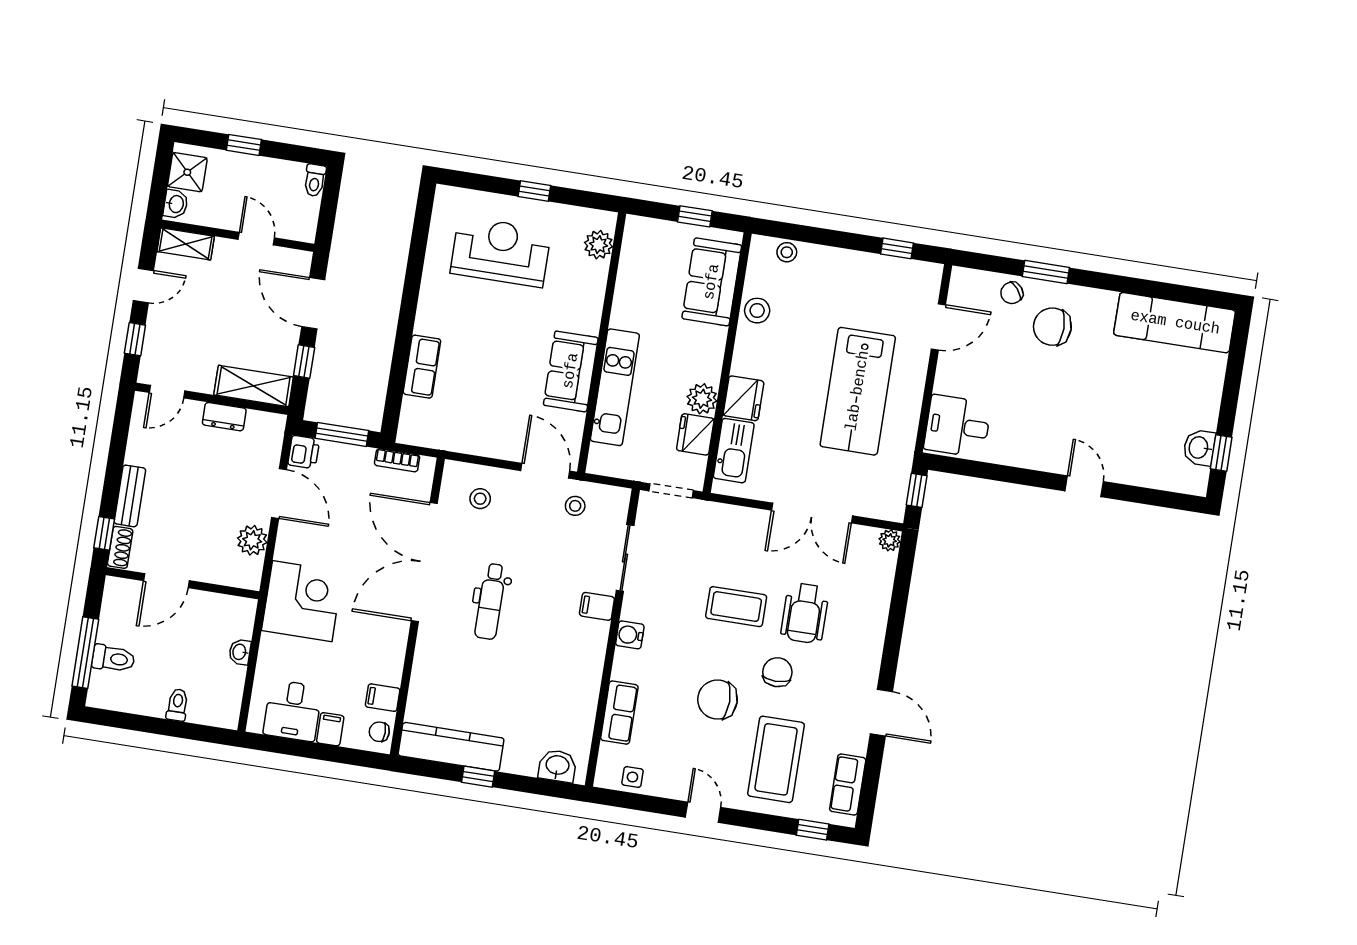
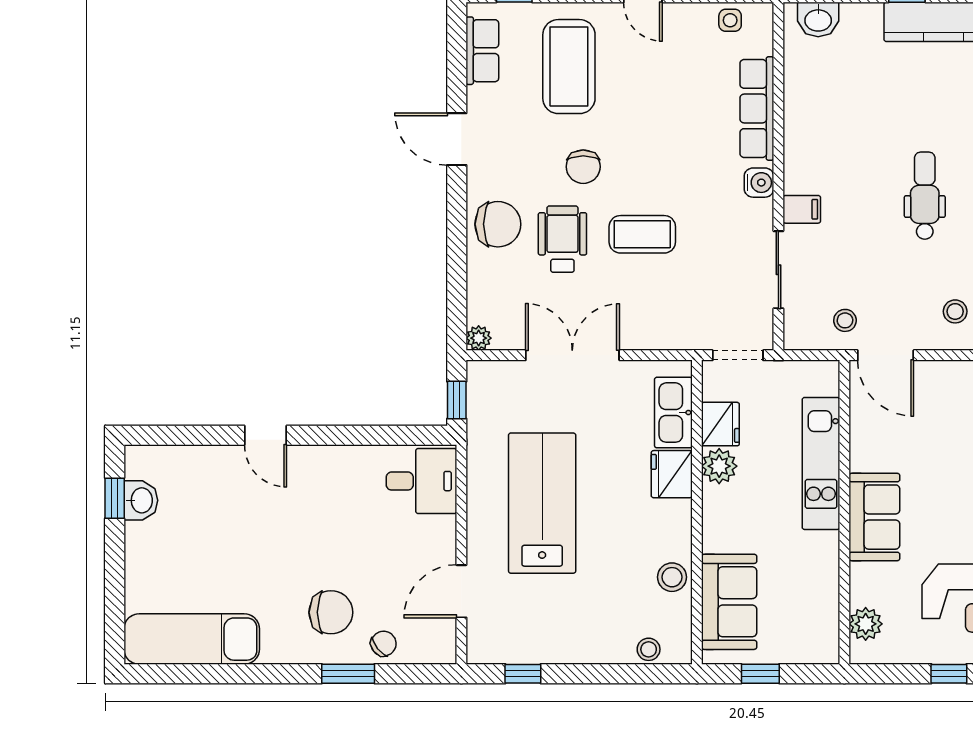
sofa: (571, 371) -> (874, 517), moved
chair: (718, 700) -> (498, 224), moved
row of seats: (619, 713) -> (757, 108), width x1.48

